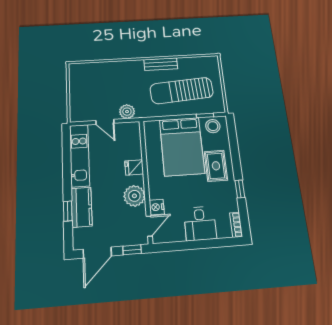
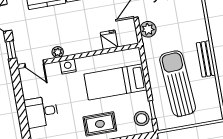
bed: (182, 146) -> (115, 82), width x0.67
fridge: (134, 167) -> (109, 40), moved
plant: (134, 196) -> (58, 52), width x0.53, depth x0.53
nightstand: (157, 207) -> (68, 66), moved

